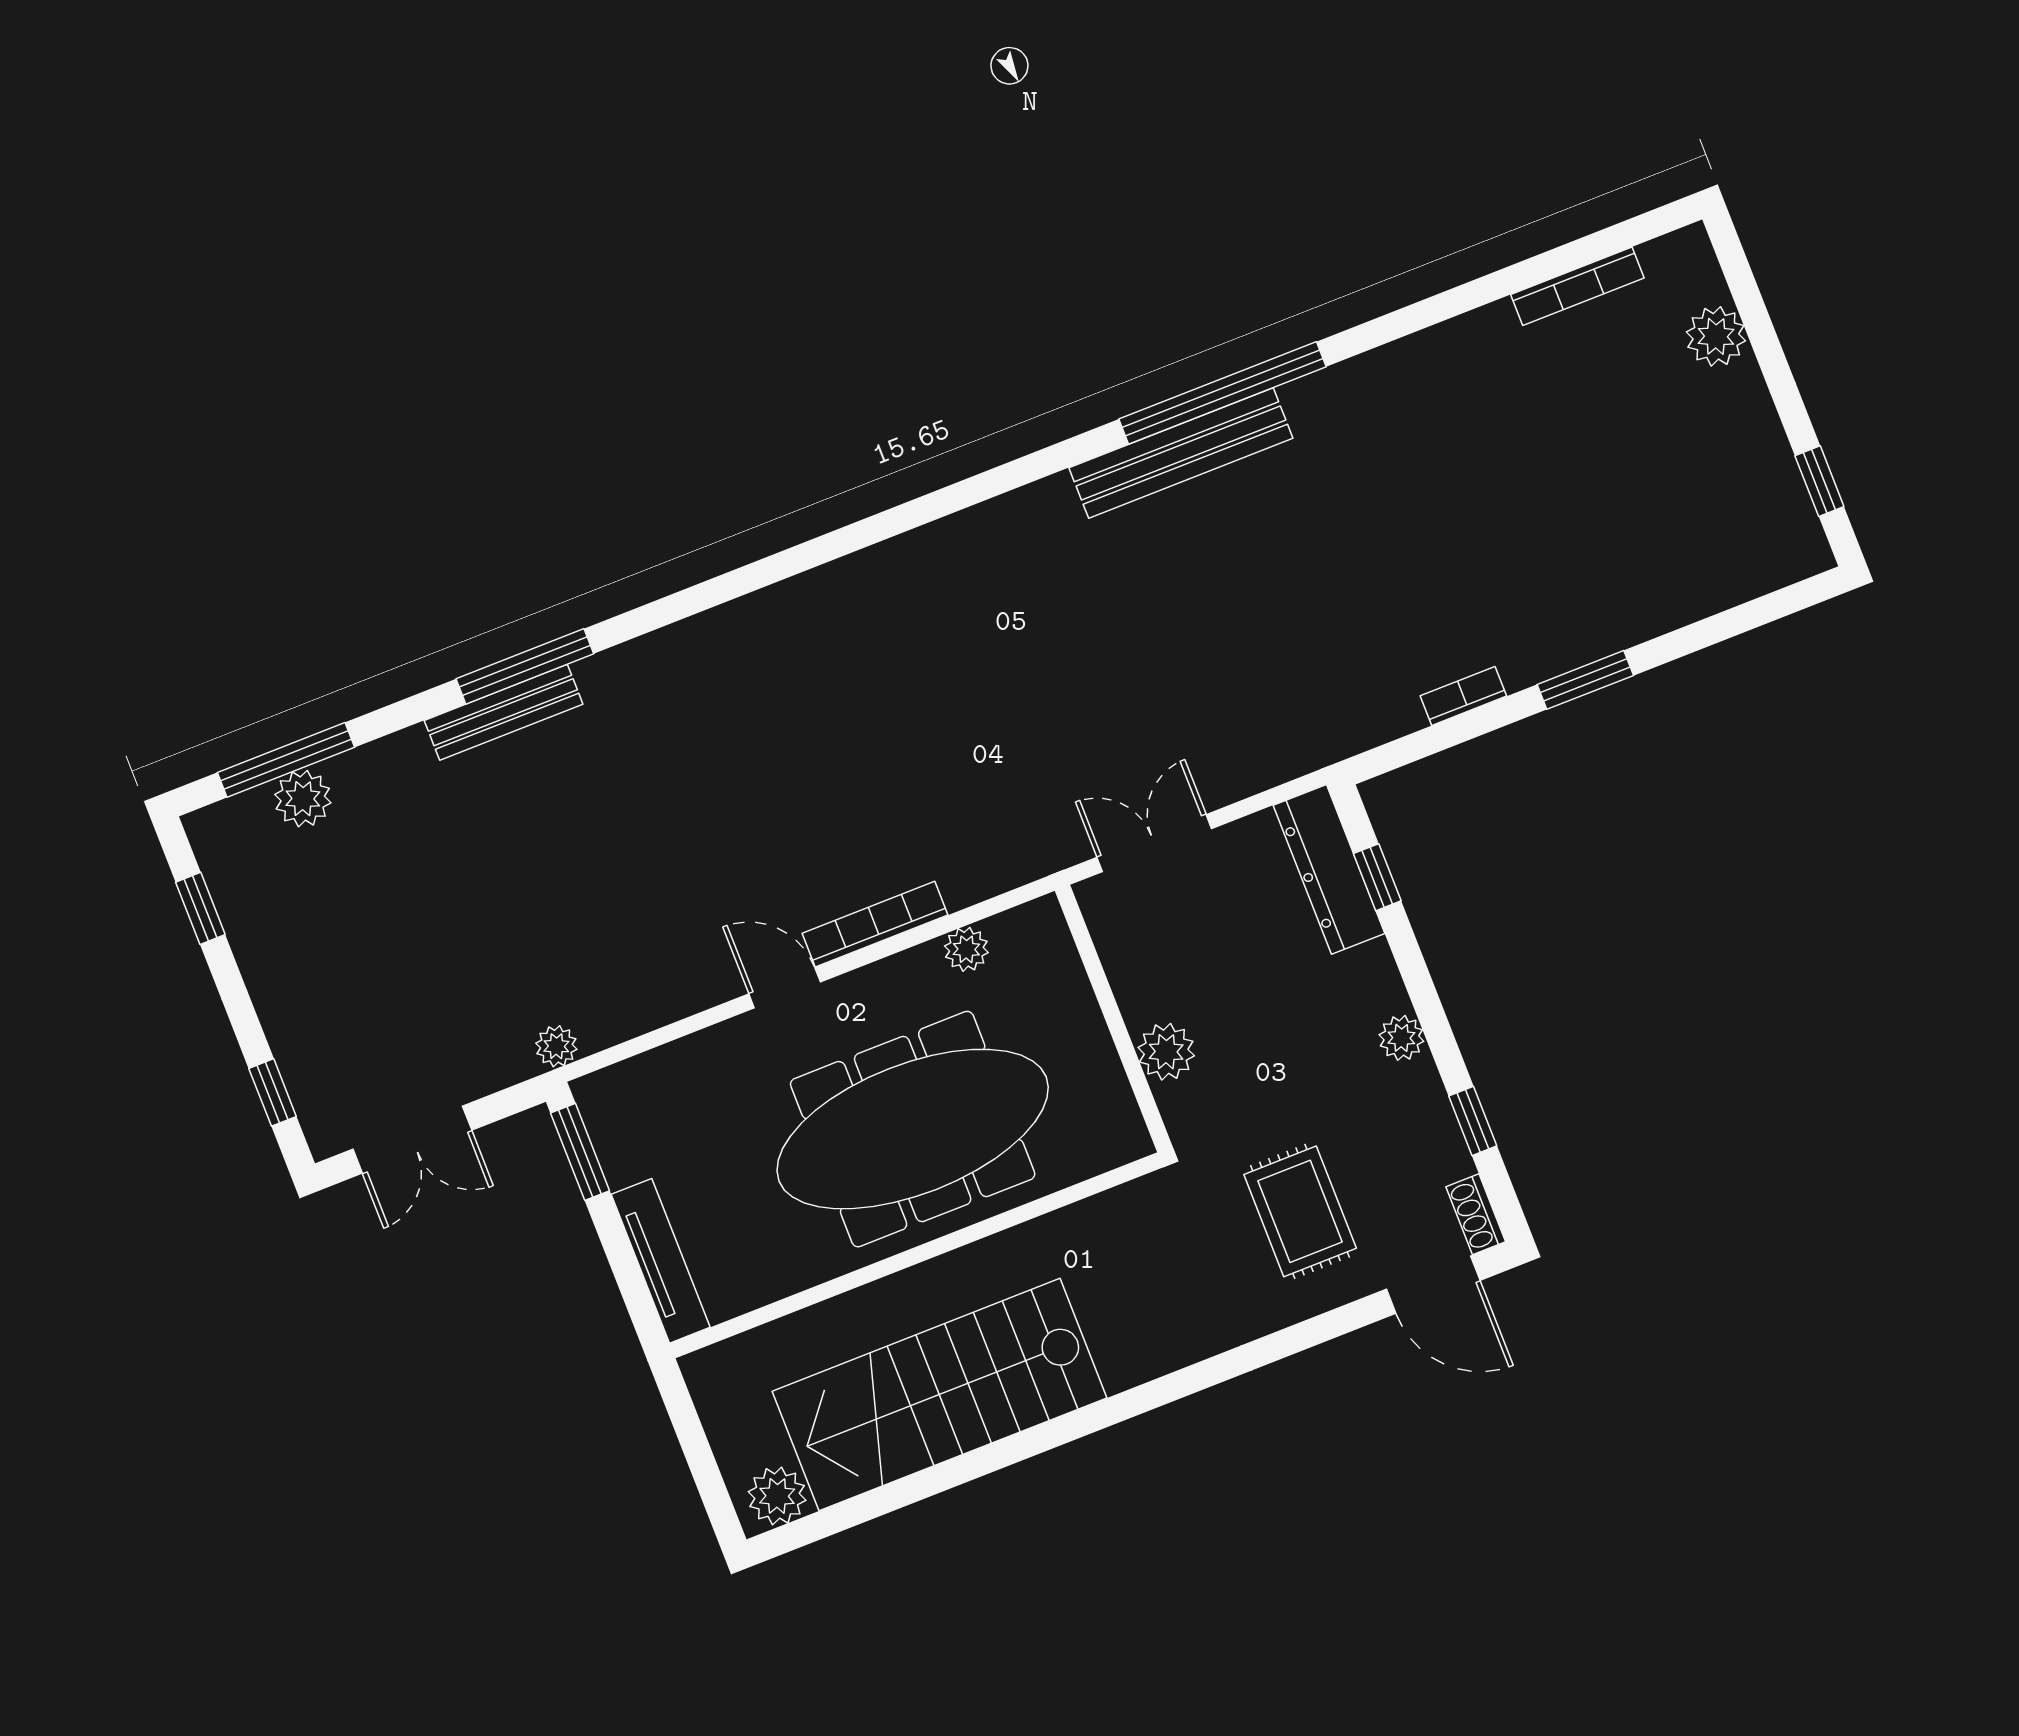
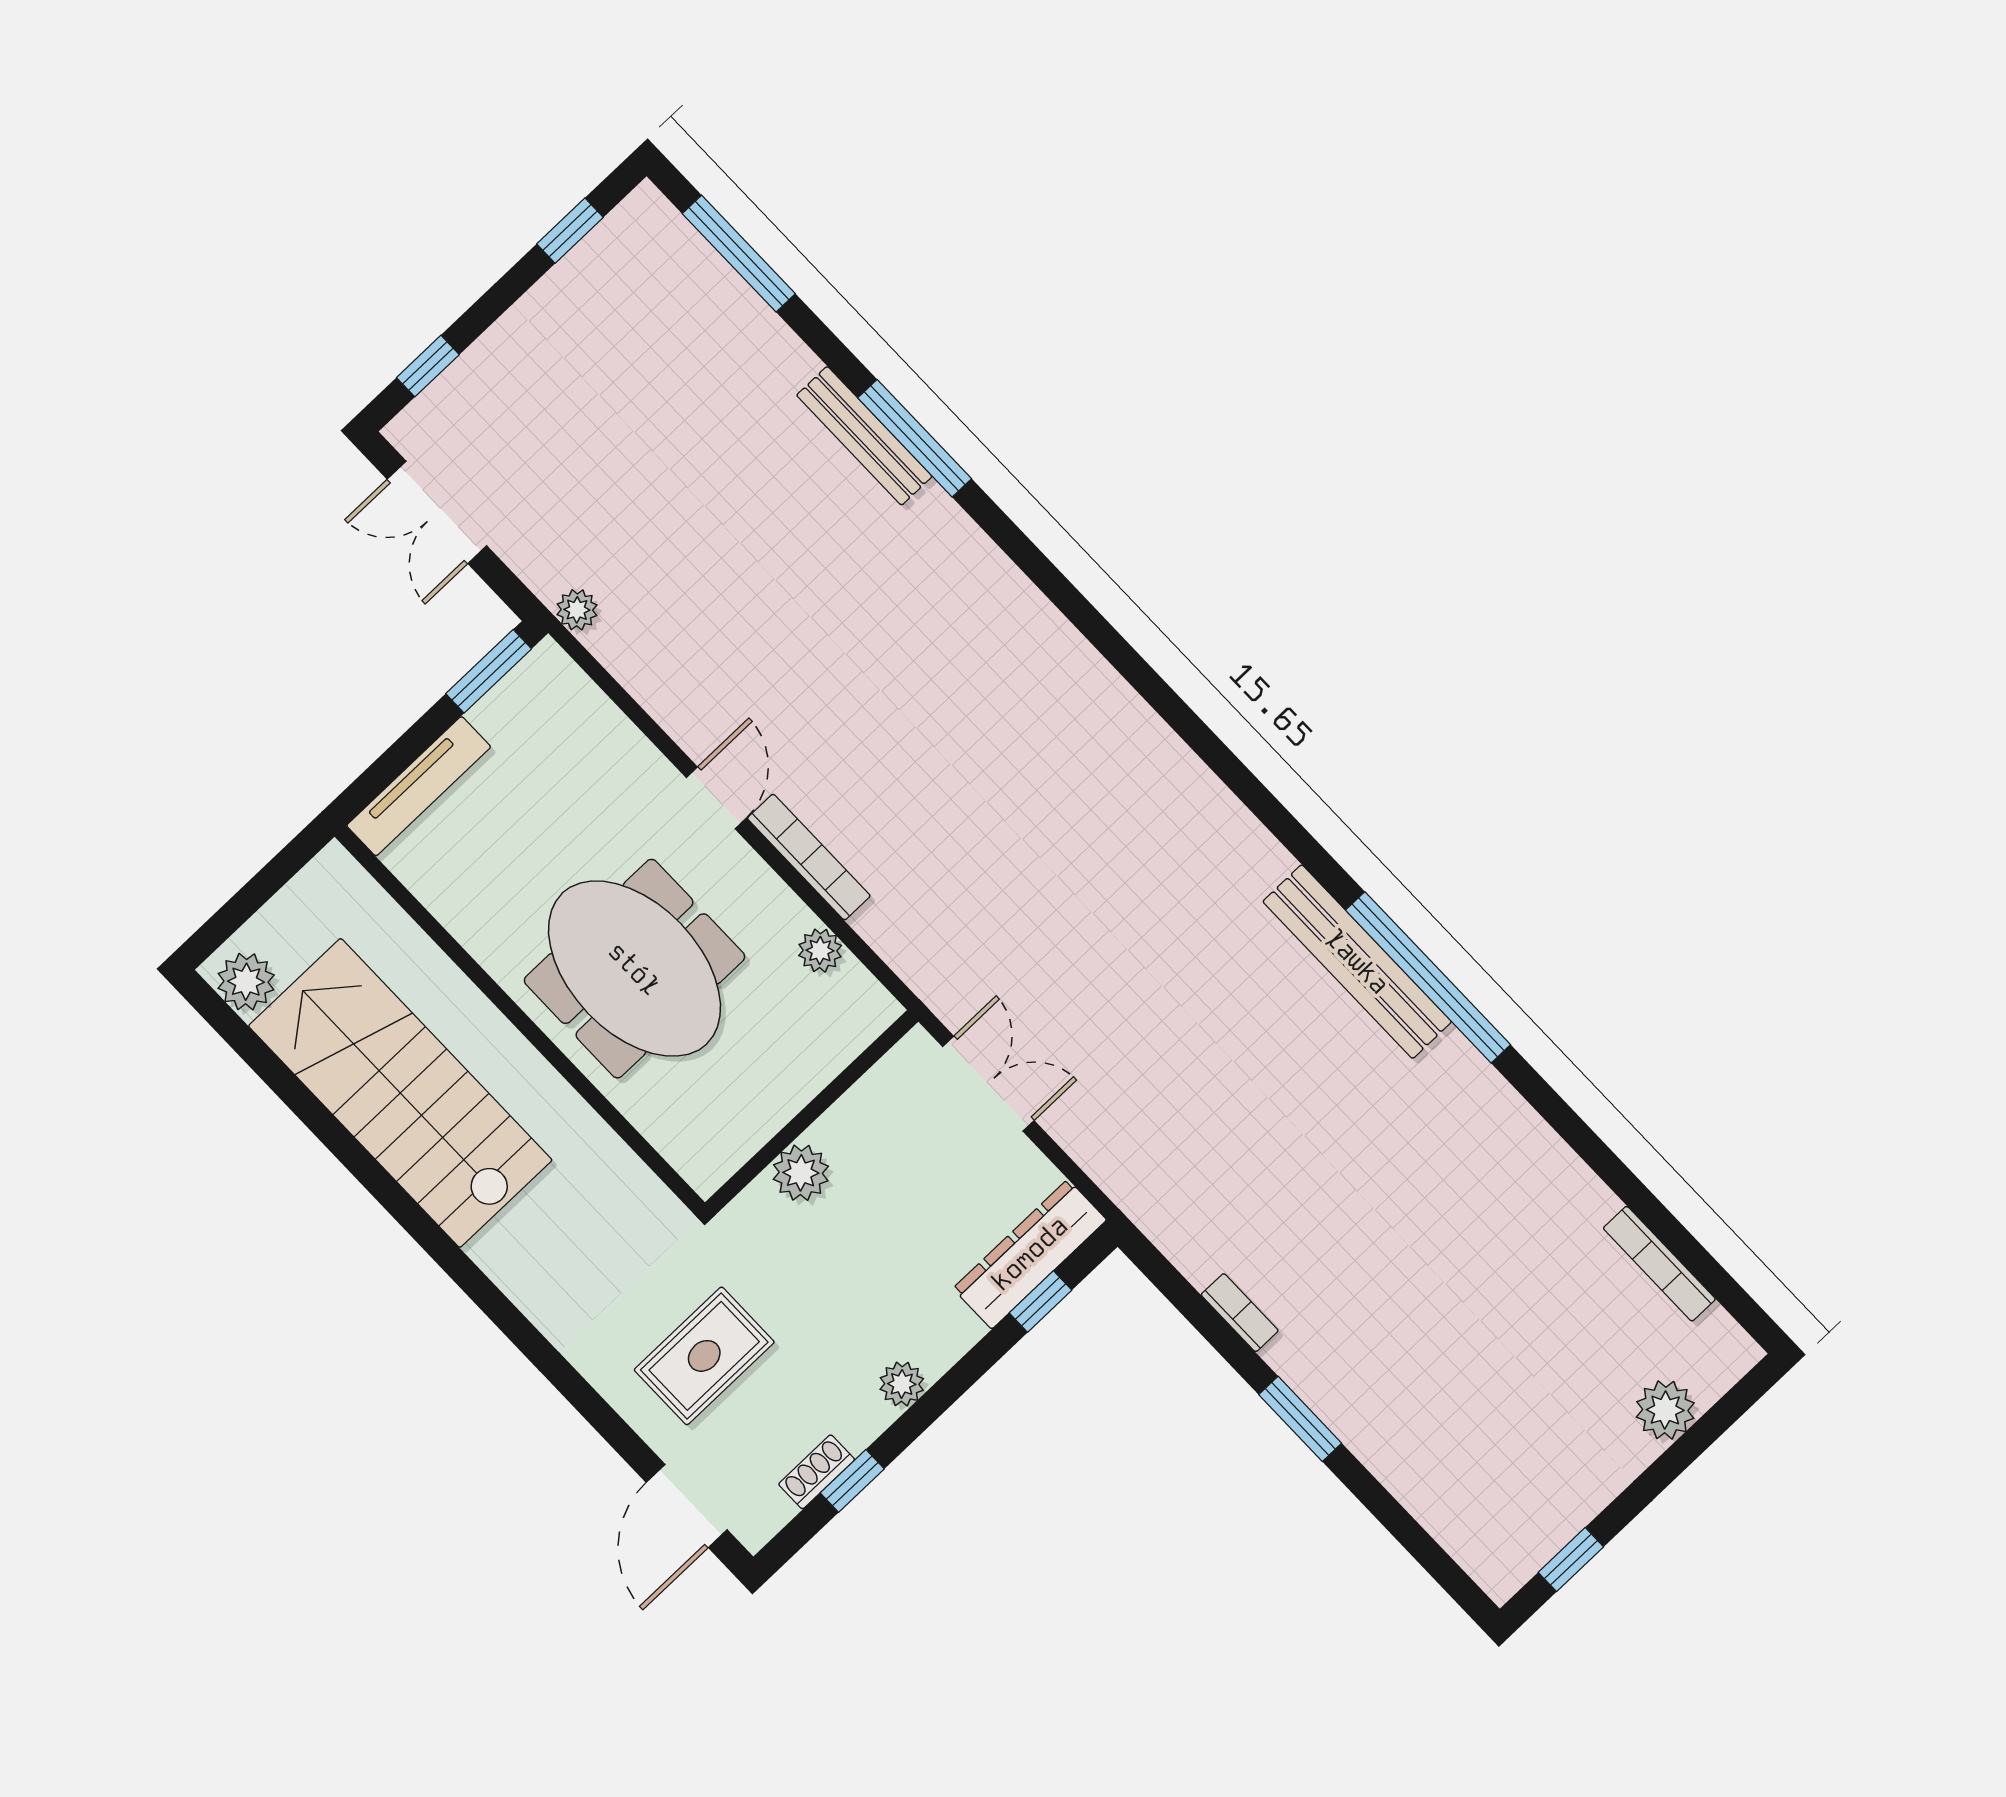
plant: (303, 799) -> (710, 284), removed
meeting table: (913, 1129) -> (634, 969), width x0.73
shoe rack: (1476, 1214) -> (817, 1472), moved

